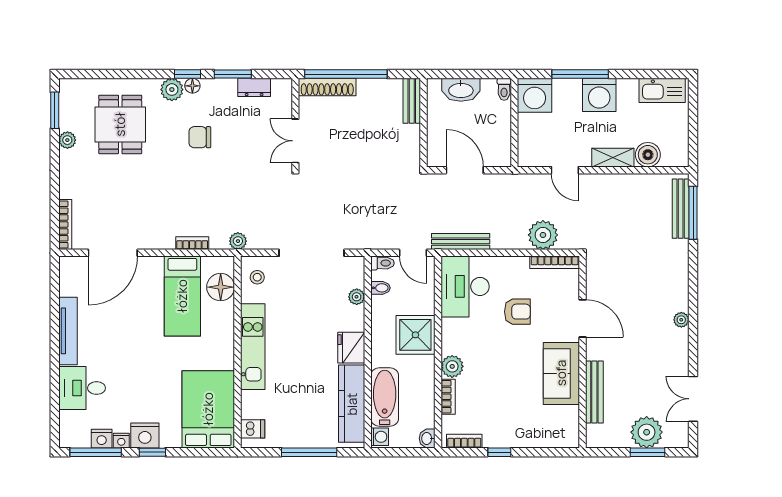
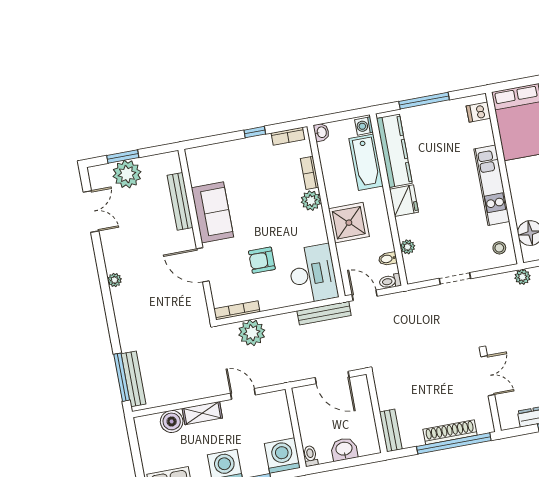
shoe rack: (327, 87) -> (450, 432), moved
washbasin: (461, 90) -> (344, 449), width x0.72
doorway: (312, 253) -> (455, 279), width x0.53

